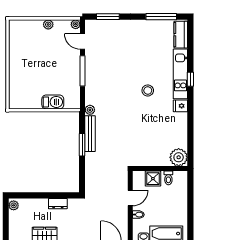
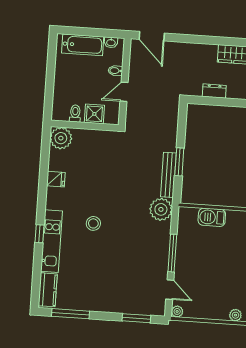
plant: (48, 25) -> (235, 315), moved
fridge: (180, 106) -> (56, 179), moved
plant: (90, 110) -> (161, 209), width x1.87, depth x1.87

